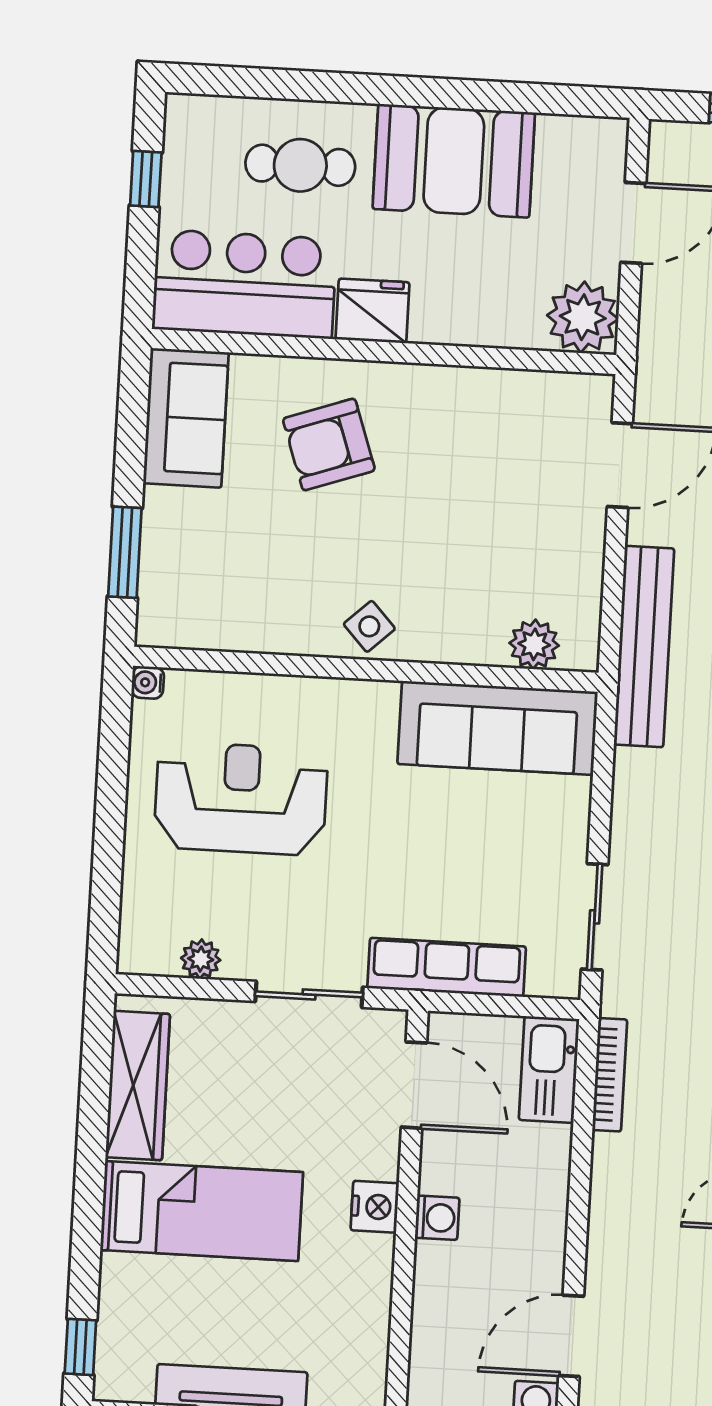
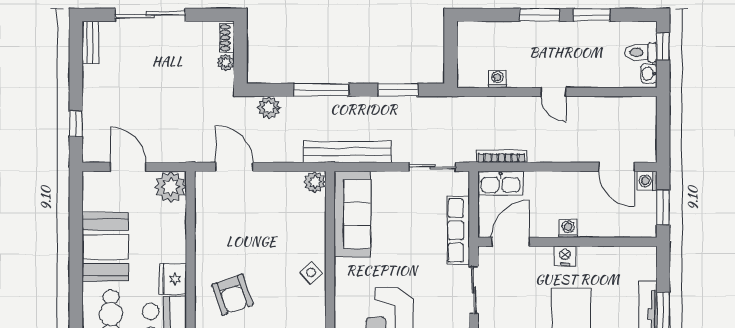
plant: (534, 644) -> (315, 182), moved
bench: (644, 647) -> (347, 152), moved

